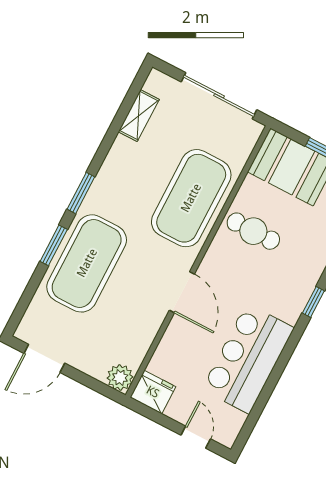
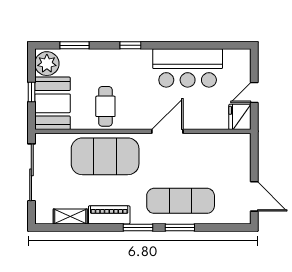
piano: (115, 165) -> (109, 215), added
exercise mat: (87, 263) -> (181, 201), width x0.68
plant: (120, 377) -> (241, 142), removed
door: (196, 437) -> (254, 92), moved

